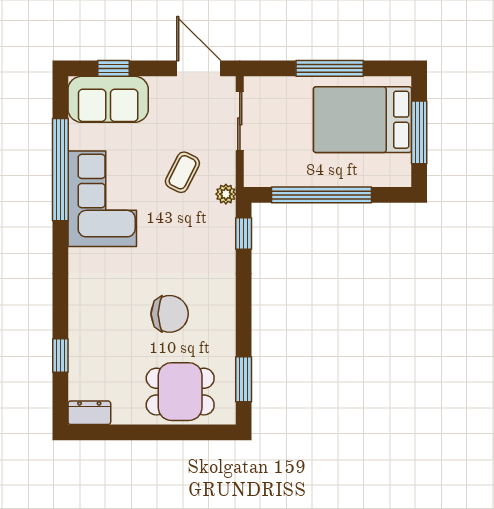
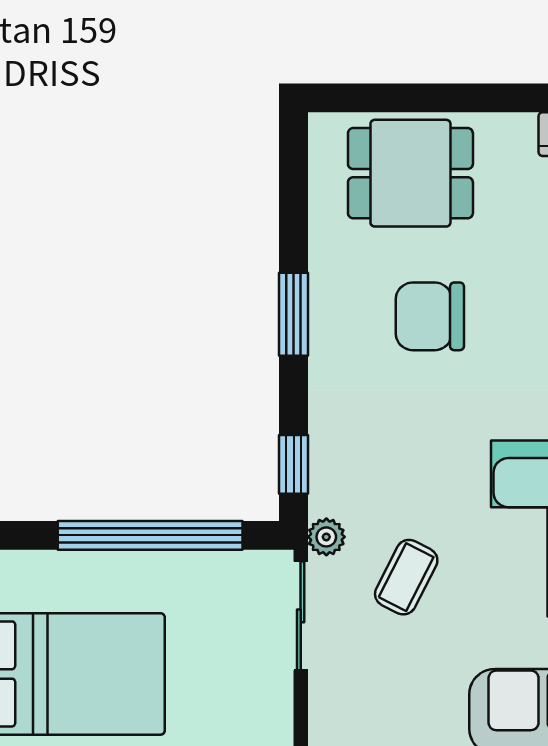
sliding door: (240, 121) -> (301, 616), moved
window: (244, 379) -> (294, 314), moved

